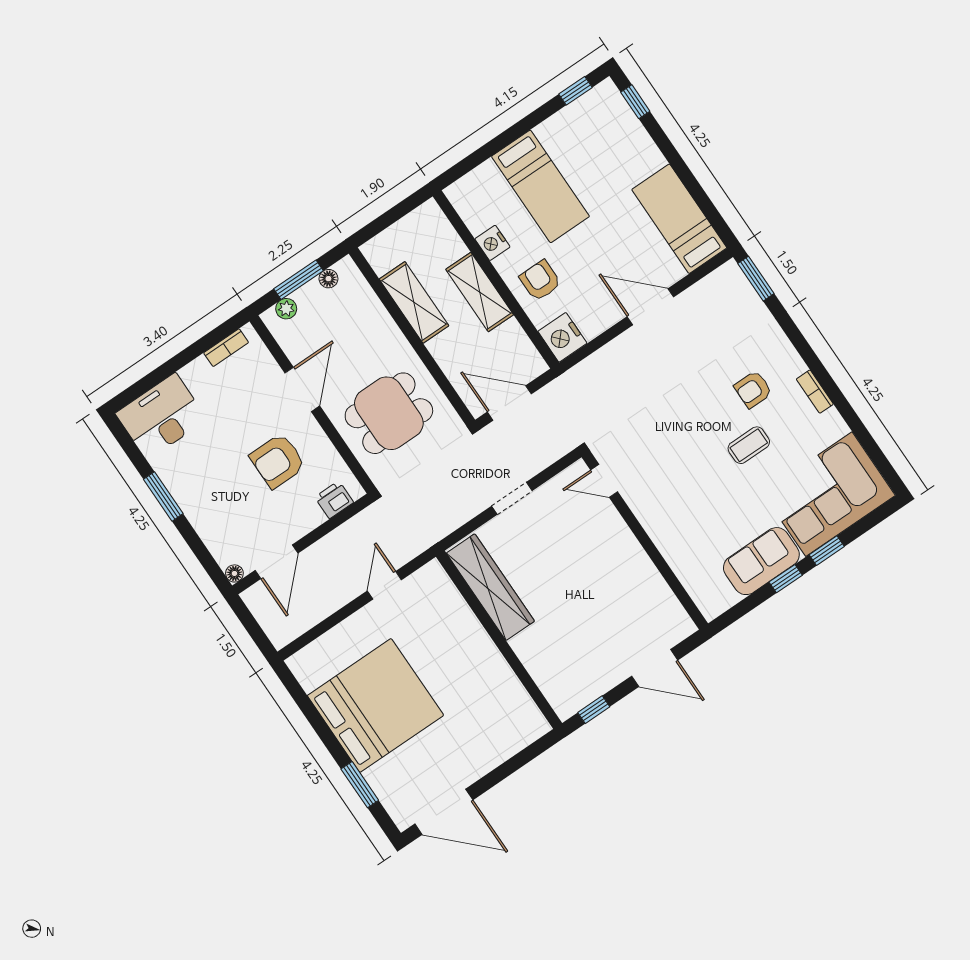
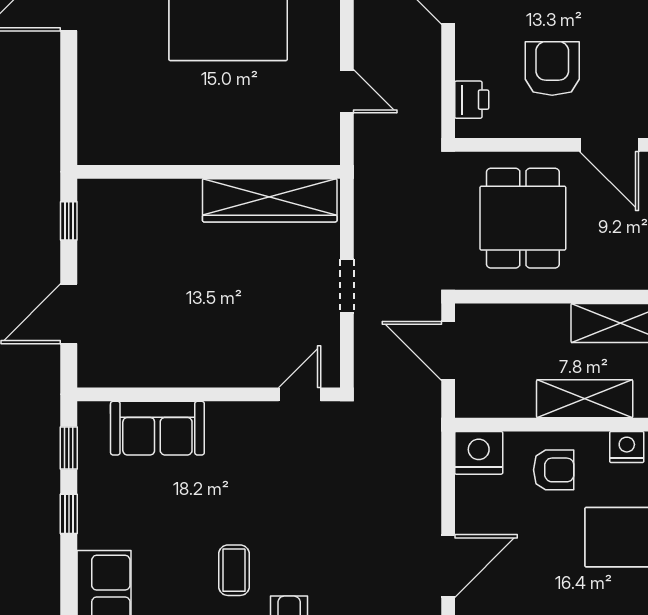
door: (509, 403) -> (448, 351), swing flipped
window: (827, 551) -> (69, 448), moved
sofa: (761, 561) -> (157, 428), moved, turned 90

